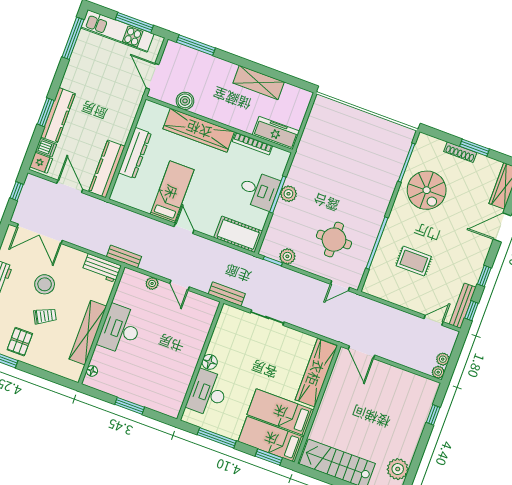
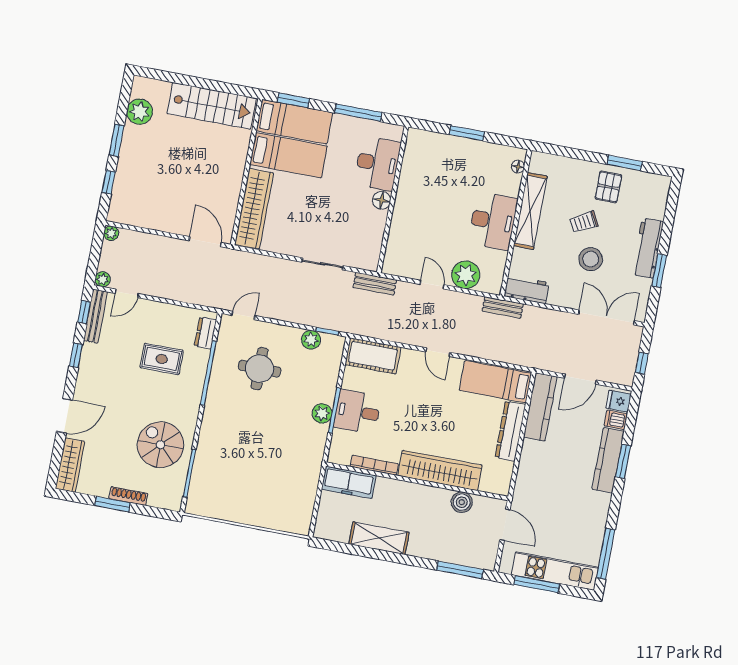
door: (70, 186) -> (580, 379), hinge flipped
bed: (172, 192) -> (495, 382), moved, turned 90
dresser: (374, 276) -> (205, 333), added
plant: (152, 283) -> (466, 275), width x1.87, depth x1.87
plant: (443, 359) -> (103, 279), moved
window: (421, 448) -> (117, 140), added

